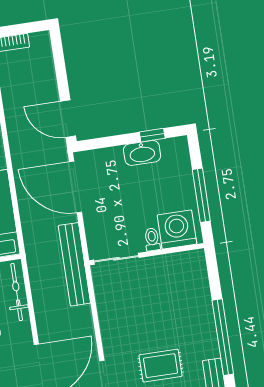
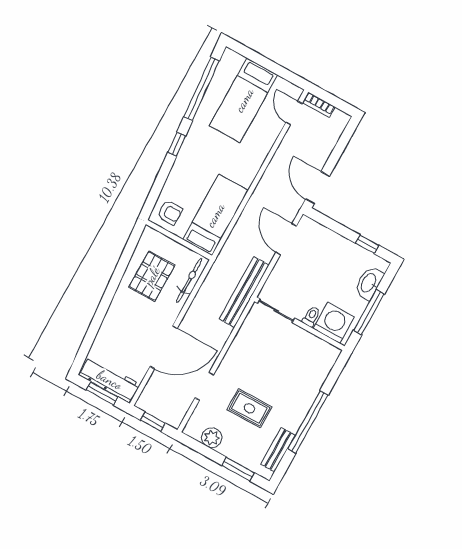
washbasin: (142, 153) -> (369, 283), moved, turned 90
door: (76, 187) -> (286, 239), width x0.73

